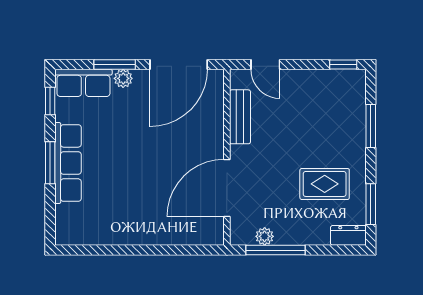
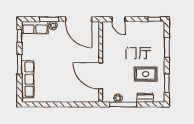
door: (179, 65) -> (79, 19), hinge flipped
bench: (240, 117) -> (107, 43), removed
row of seats: (68, 163) -> (28, 79), moved
door: (227, 188) -> (101, 76), hinge flipped
dresser: (348, 235) -> (145, 98), moved

